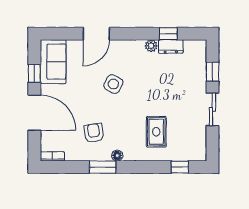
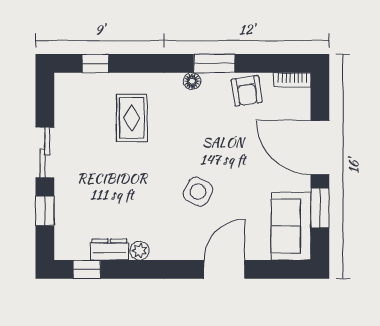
window: (168, 34) -> (87, 269), moved
window: (34, 73) -> (320, 208), width x1.50
armchair: (94, 133) -> (247, 91), moved

